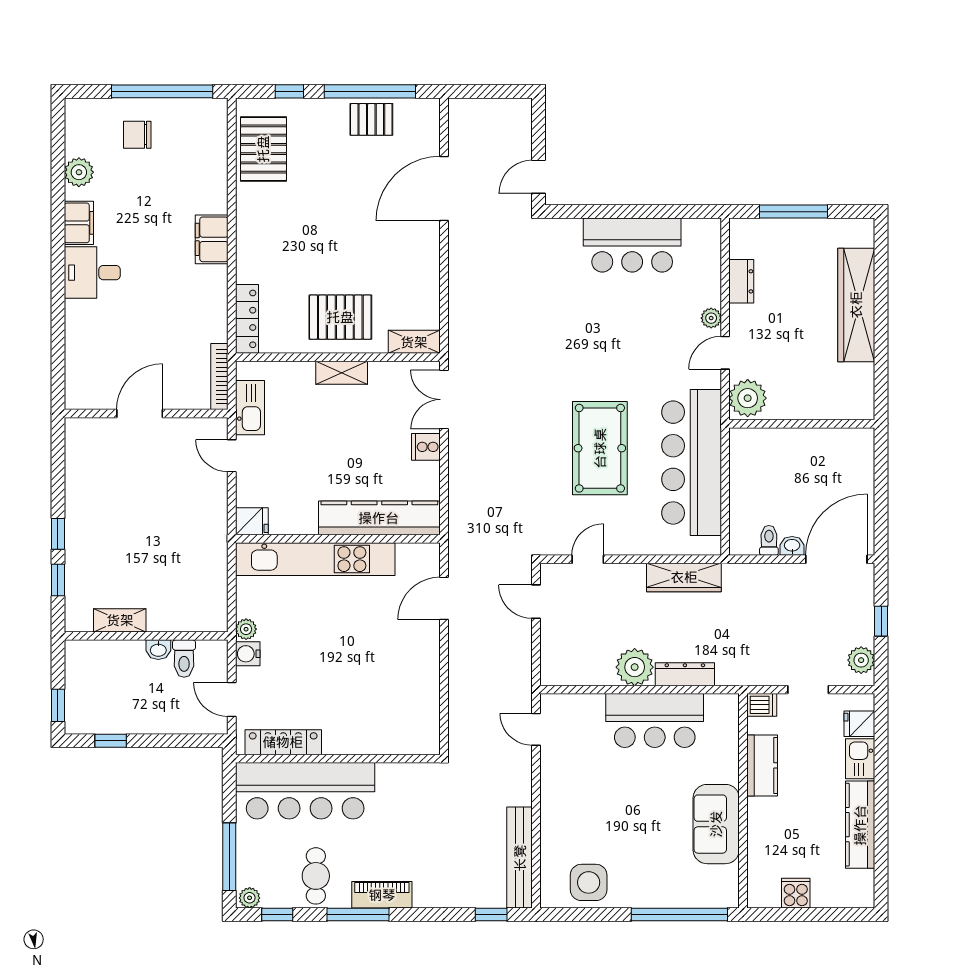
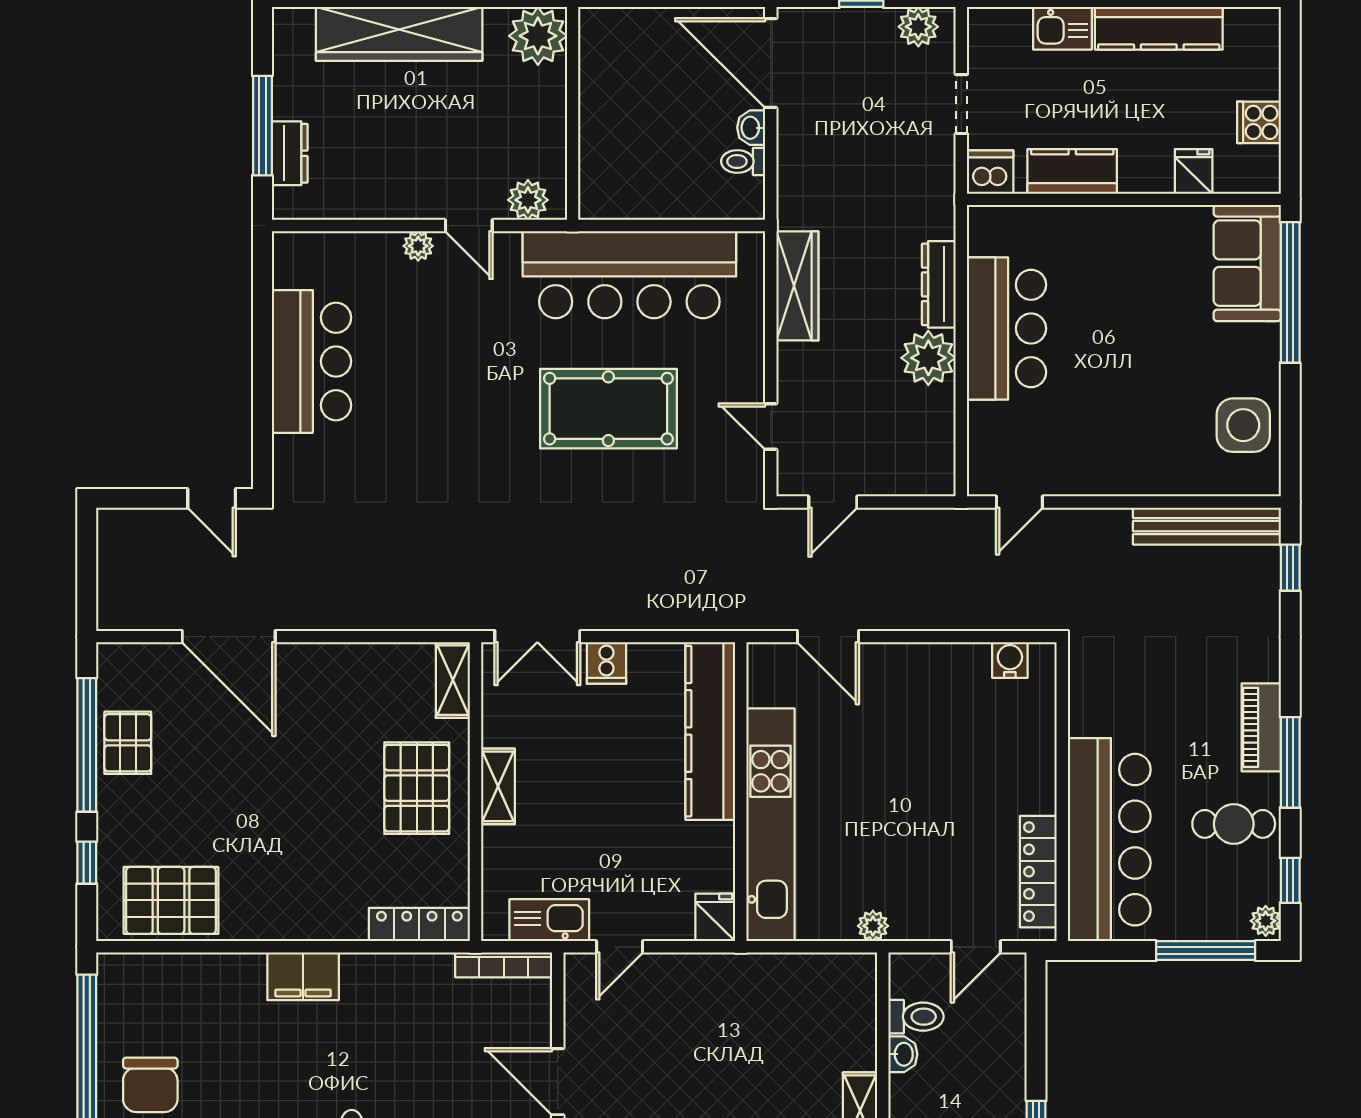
chair: (137, 135) -> (150, 1085), width x1.37, depth x1.37
dresser: (741, 281) -> (290, 153), moved, turned 90
plant: (748, 398) -> (528, 200), width x0.73, depth x0.73
plant: (855, 400) -> (538, 36), added
water cooler: (248, 654) -> (1010, 660), moved, turned 180
dishwasher: (762, 705) -> (990, 172), width x1.38
fridge: (859, 724) -> (1194, 171), moved, turned 180
sofa: (716, 824) -> (1247, 263), moved, turned 90

